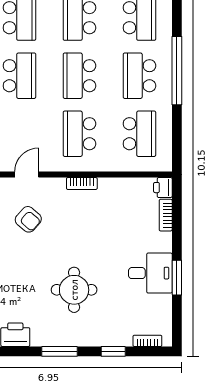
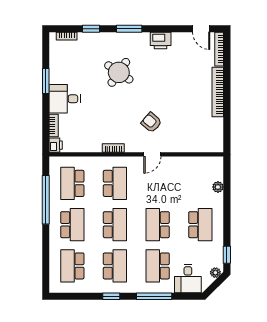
window: (177, 71) -> (46, 200), moved
desk: (150, 273) -> (65, 99), moved
round table: (74, 290) -> (119, 72), turned 34

